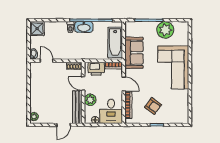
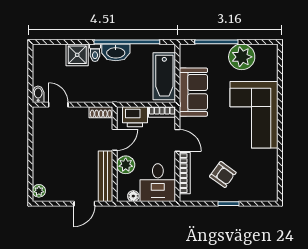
shower: (37, 29) -> (77, 55), moved
door: (83, 84) -> (115, 140), swing flipped

